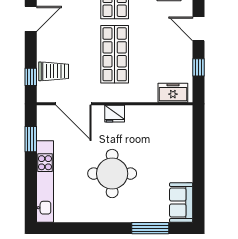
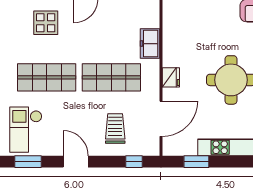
trolley: (54, 71) -> (115, 129), moved
freezer: (173, 93) -> (150, 44), moved

